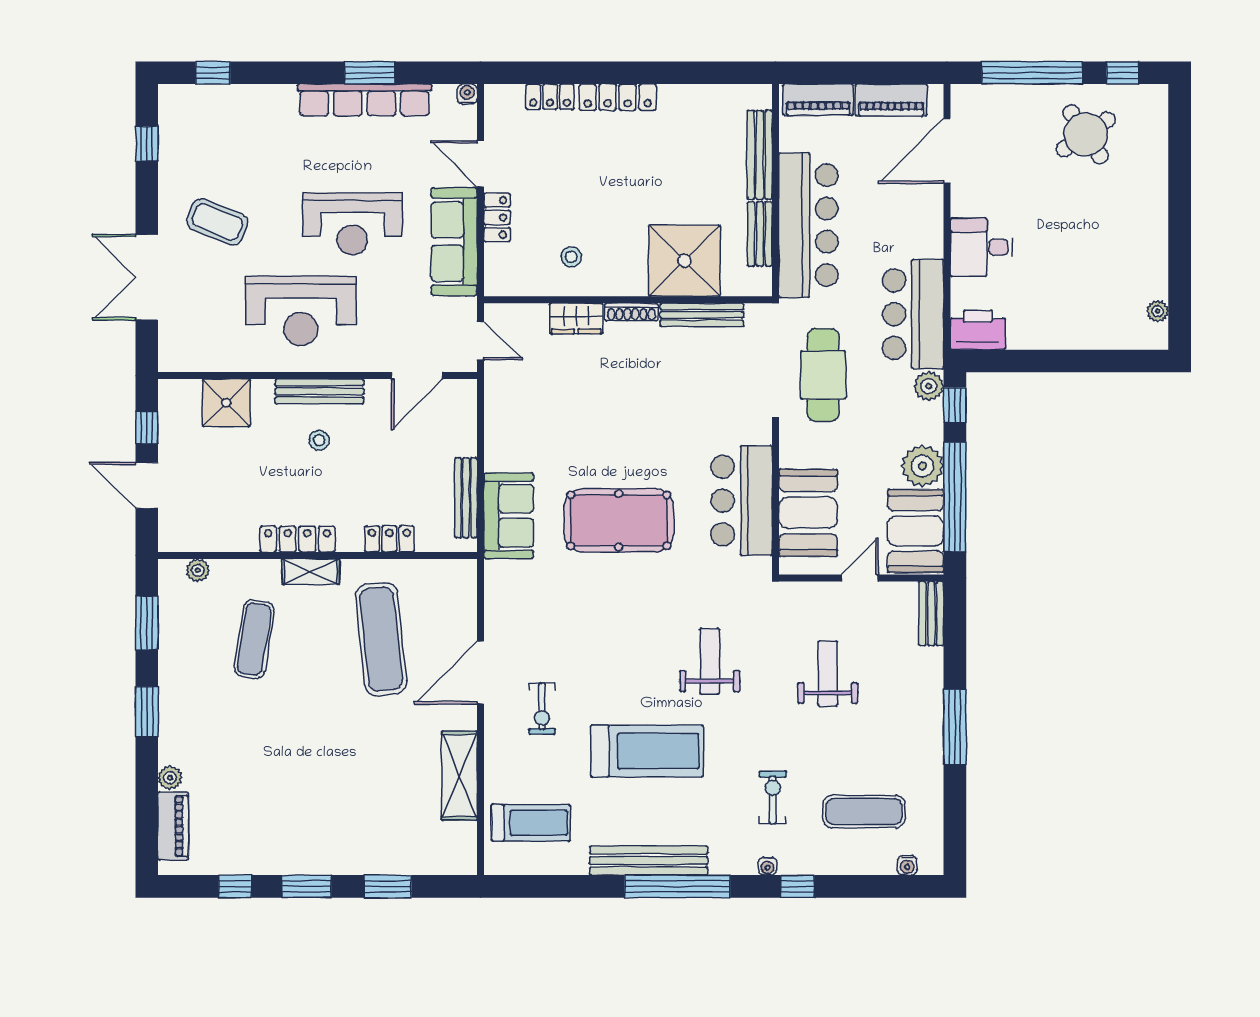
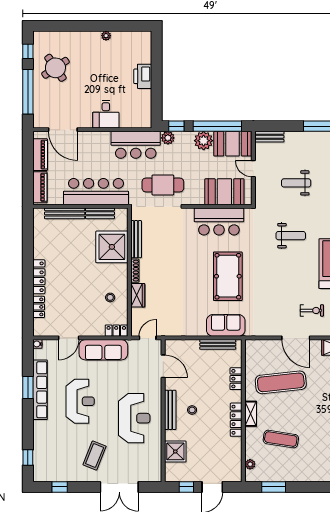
locker: (497, 217) -> (116, 331), moved
reception desk: (352, 224) -> (80, 401), moved
plant: (1158, 311) -> (106, 36), moved
printer: (978, 330) -> (143, 76), moved
weight bench: (710, 661) -> (291, 236), turned 180
window: (147, 712) -> (313, 487), removed

